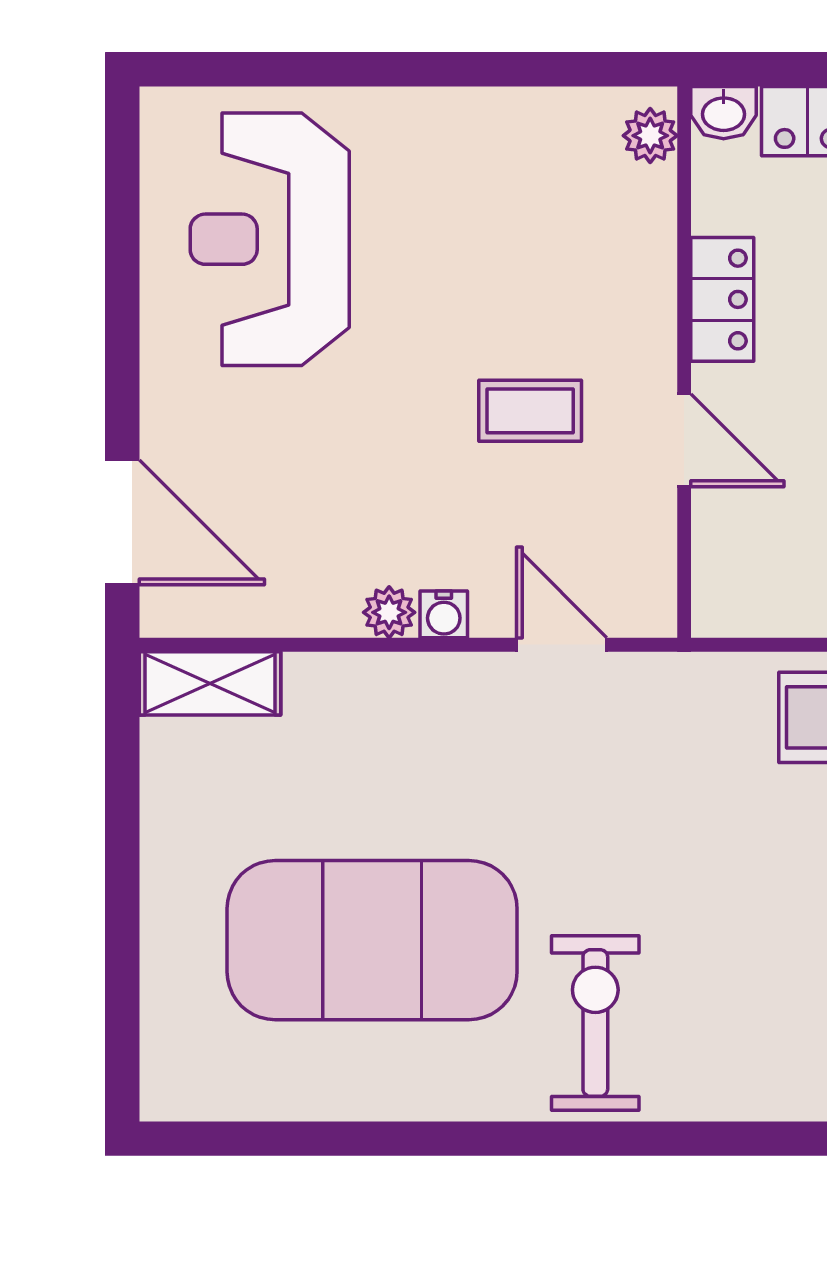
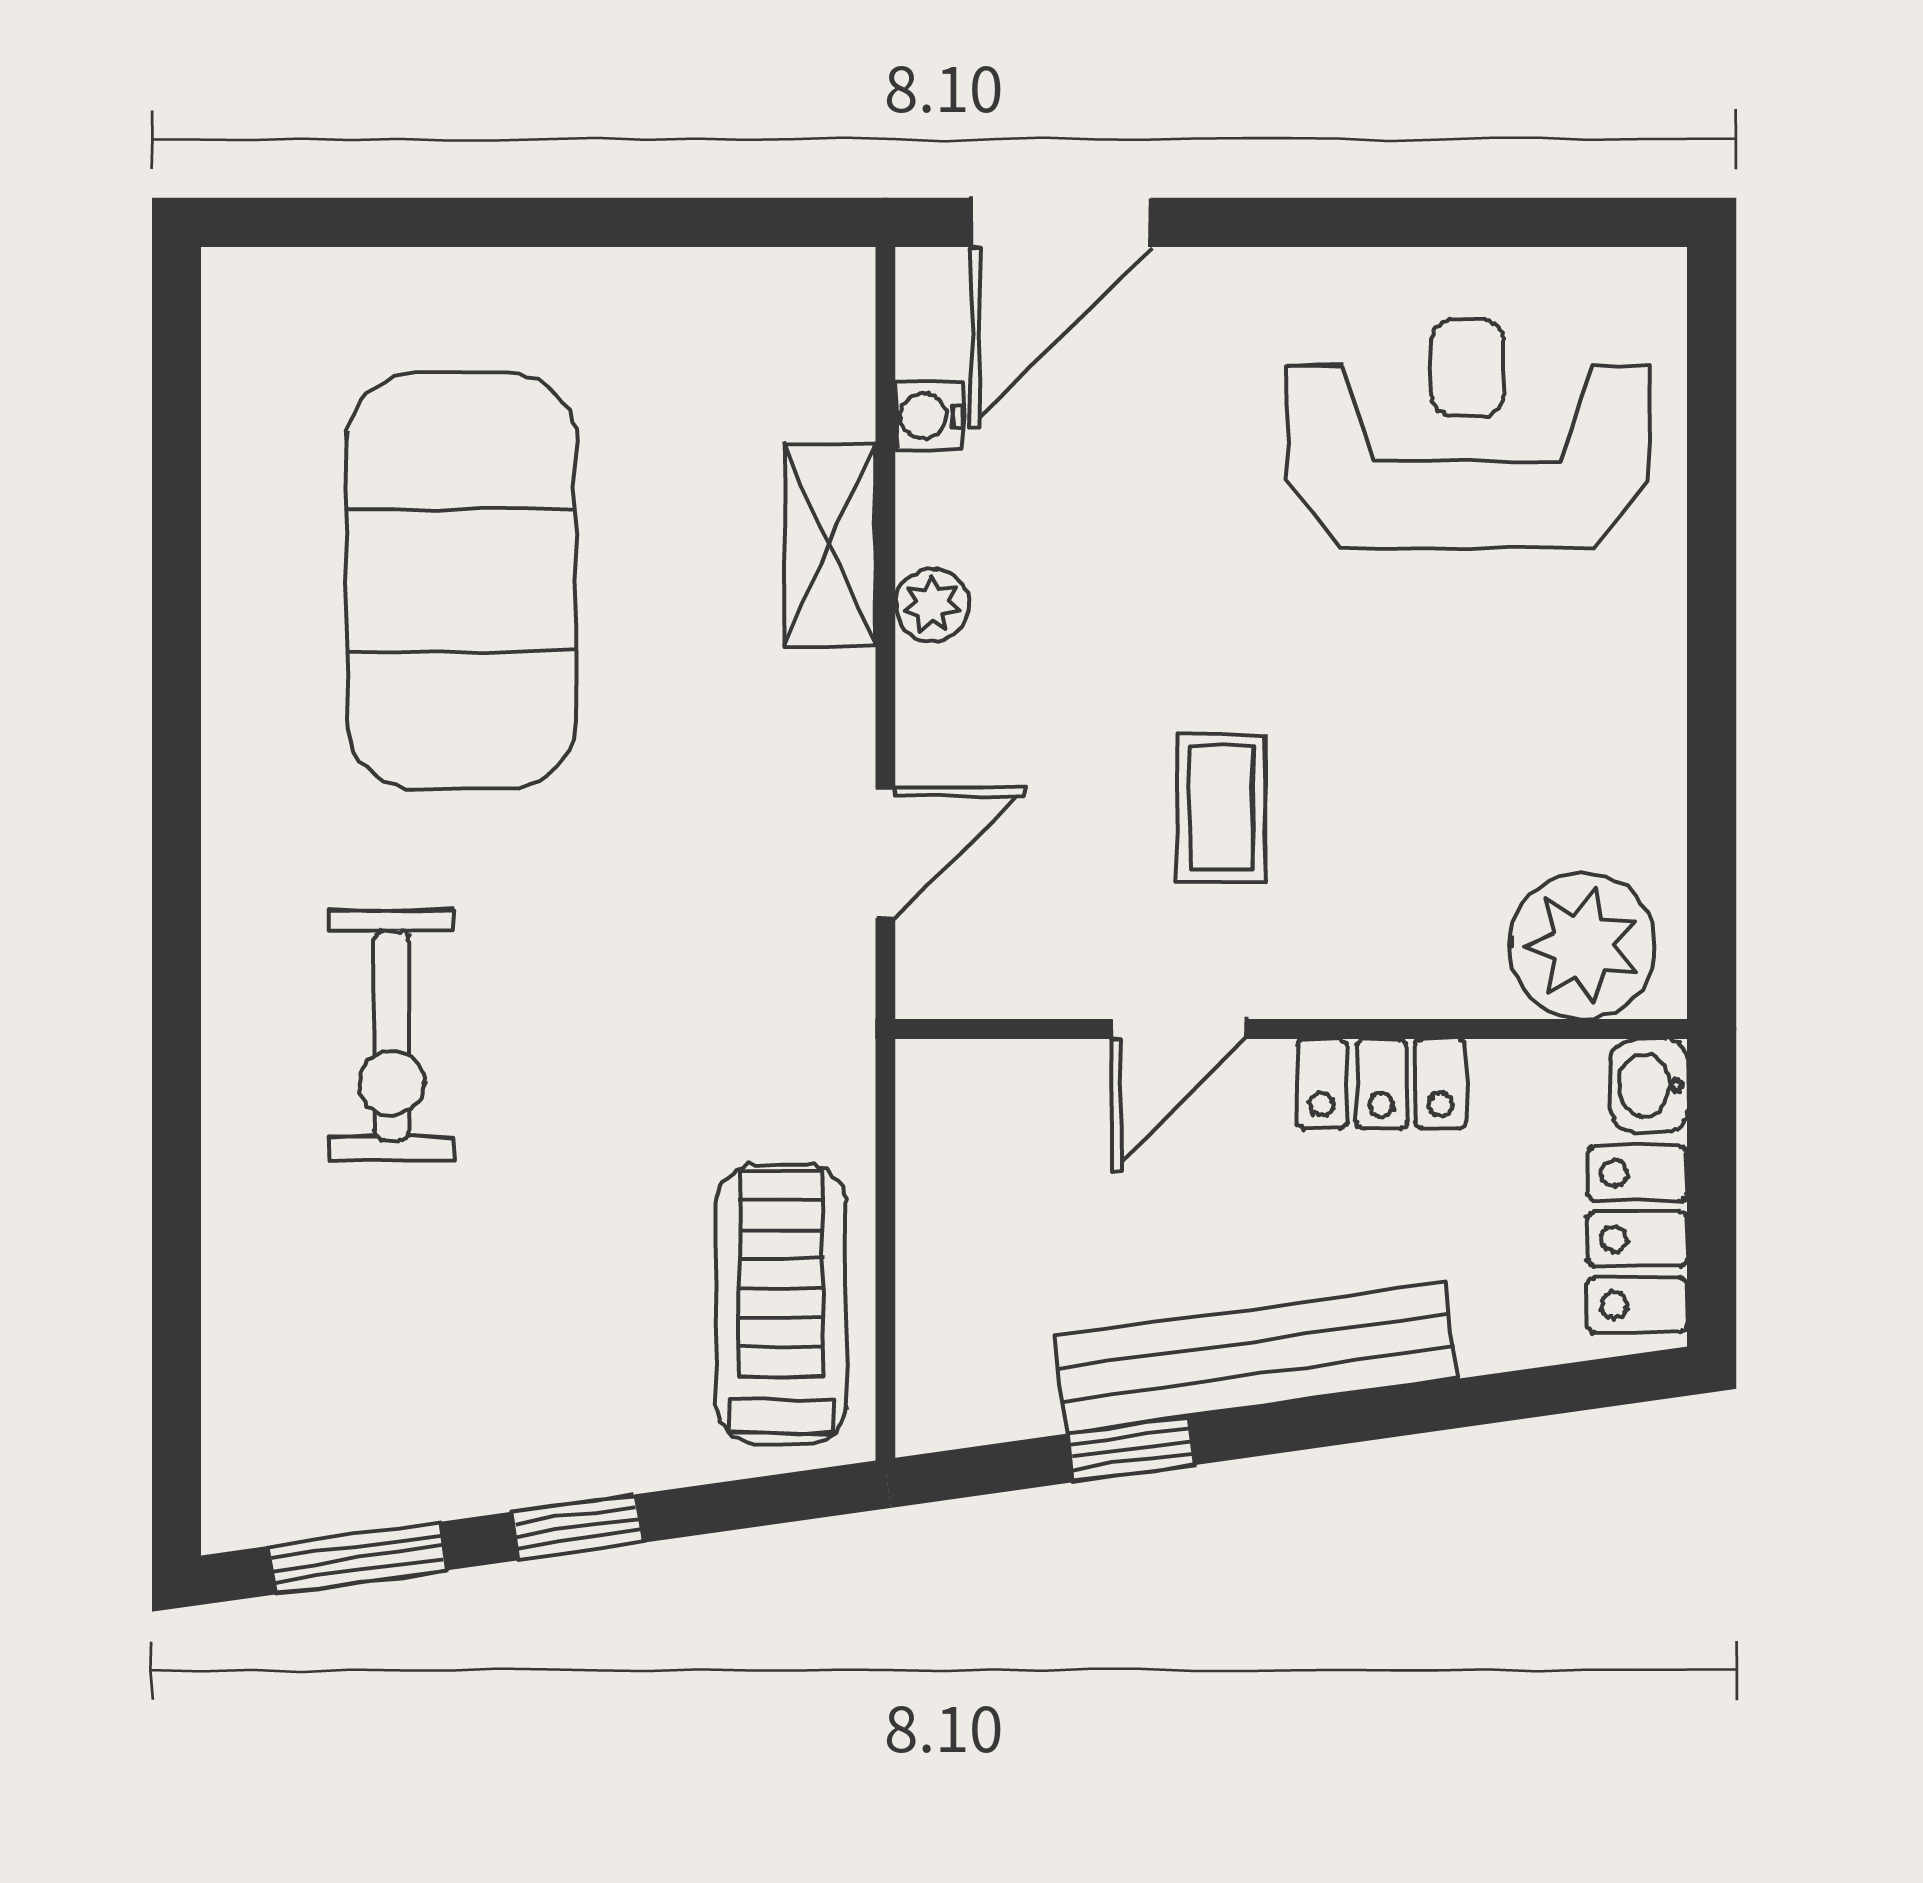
plant: (650, 136) -> (1582, 946), width x1.88, depth x1.88
water cooler: (444, 614) -> (929, 416), moved
shelving: (210, 683) -> (830, 544), moved
exercise bike: (595, 1023) -> (392, 1036), moved, turned 90

